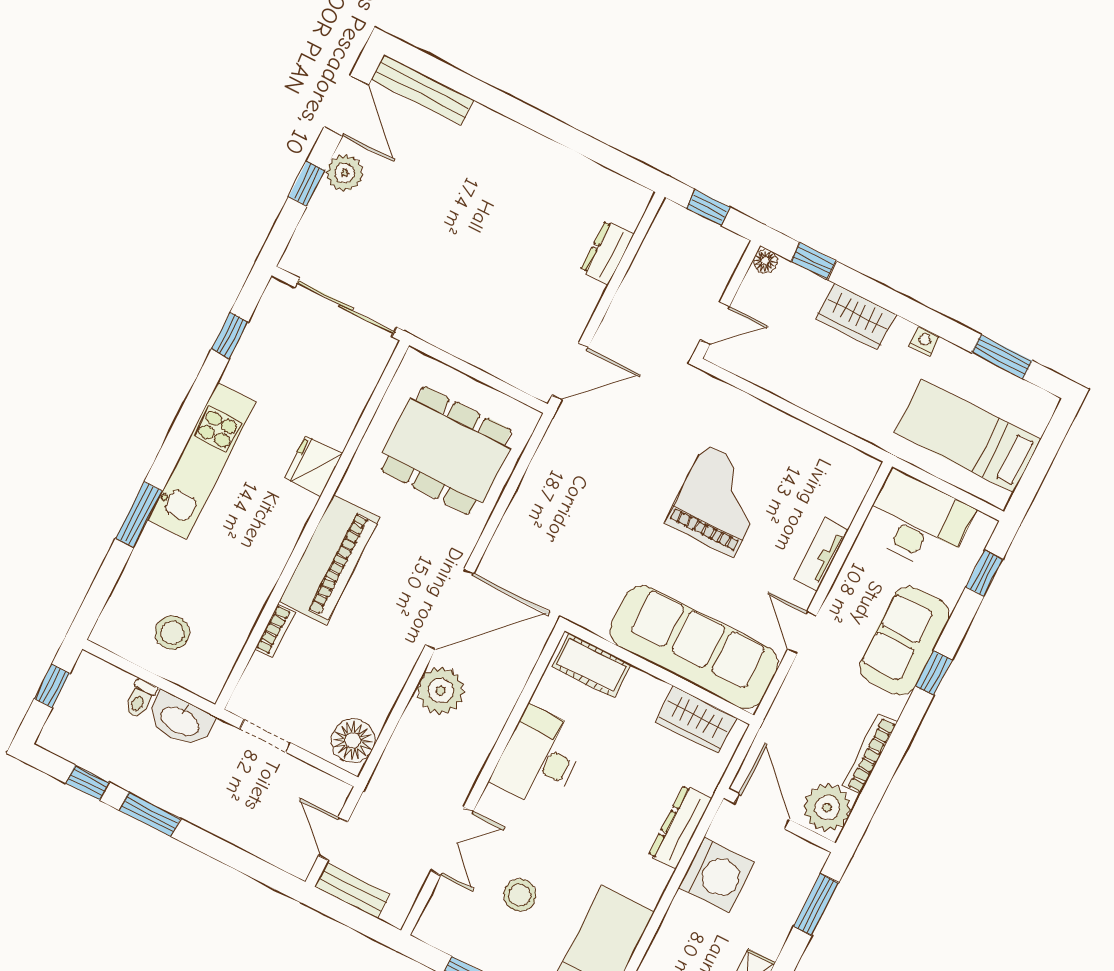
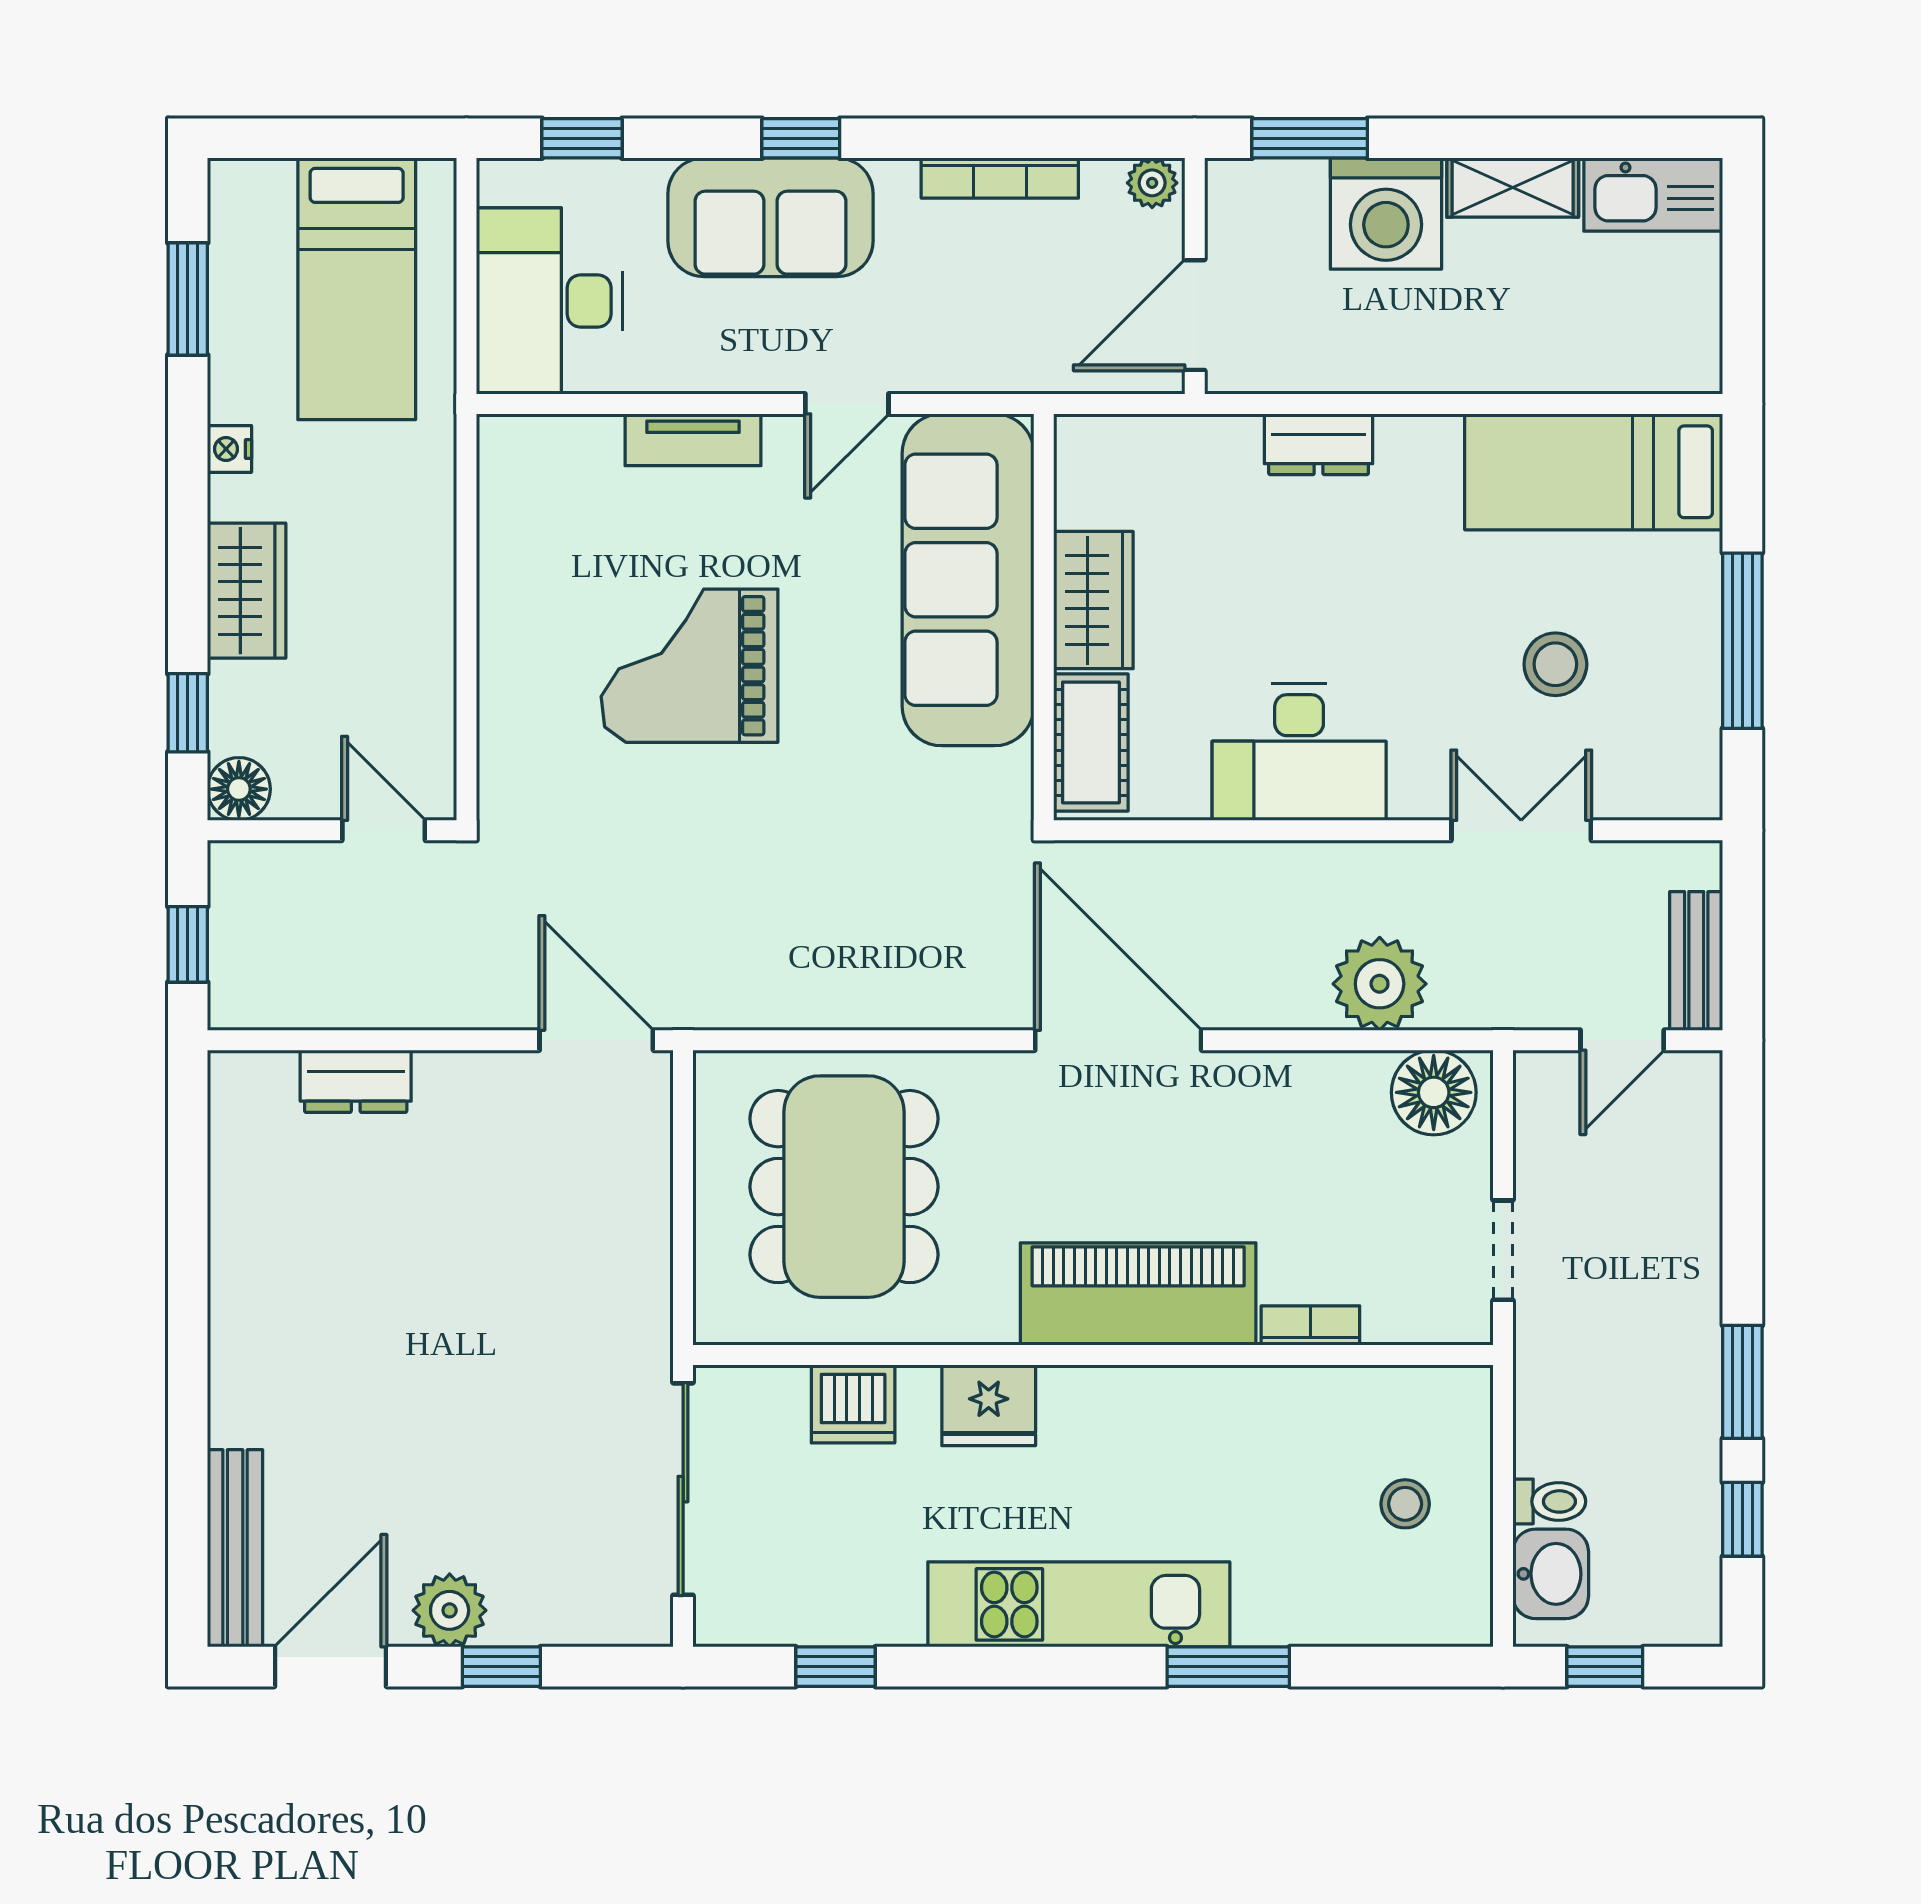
floor lamp: (765, 261) -> (239, 789), width x1.37, depth x1.37
dishwasher: (345, 404) -> (853, 1404), added
stool: (172, 633) -> (1405, 1504), width x0.73, depth x0.73
plant: (441, 691) -> (1380, 984), moved
washbasin: (180, 720) -> (1551, 1574), moved, width x0.72
wardrobe: (696, 720) -> (1093, 600), moved
plant: (827, 808) -> (1152, 183), width x0.53, depth x0.53
dresser: (680, 827) -> (1319, 444), width x0.70
washing machine: (716, 875) -> (1386, 214), moved, turned 180

